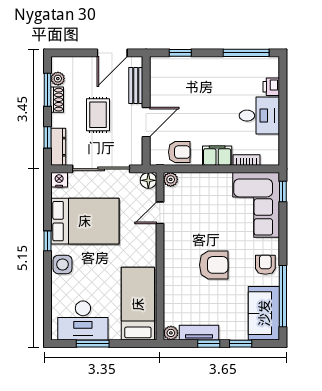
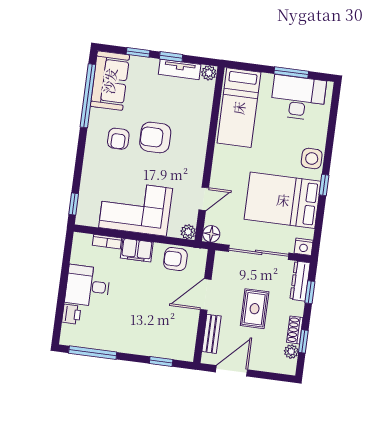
window: (47, 90) -> (303, 341), width x0.67
corner sofa: (256, 205) -> (136, 208), moved, turned -90
armchair: (265, 265) -> (118, 139), moved

